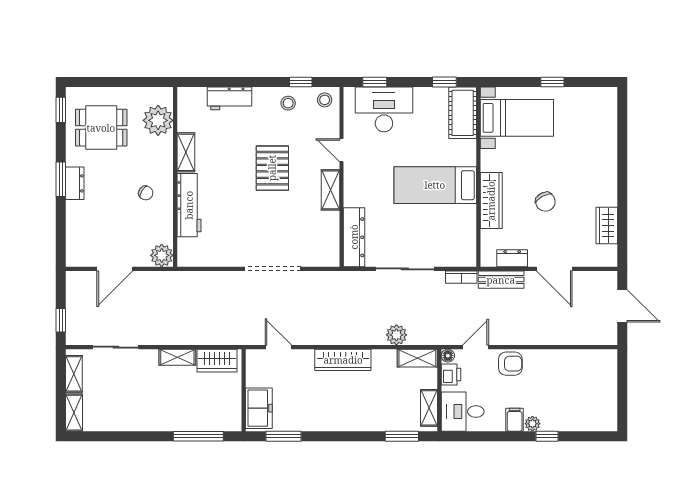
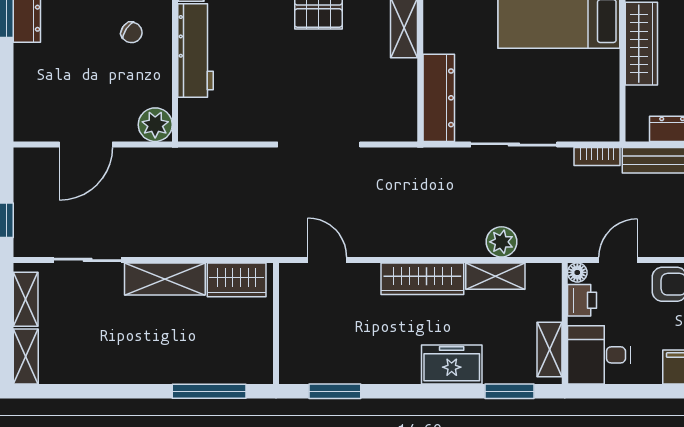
shelving: (177, 357) -> (165, 279), width x1.50, depth x1.33
shelving: (417, 358) -> (495, 276), moved
freezer: (259, 408) -> (452, 365), moved, turned -90

